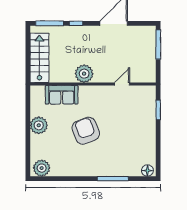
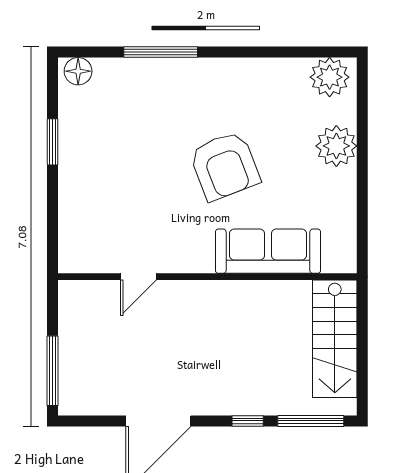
plant: (84, 74) -> (229, 301), removed
sofa: (62, 95) -> (268, 251), width x1.36
window: (158, 110) -> (53, 142), moved
plant: (39, 125) -> (336, 146), moved

